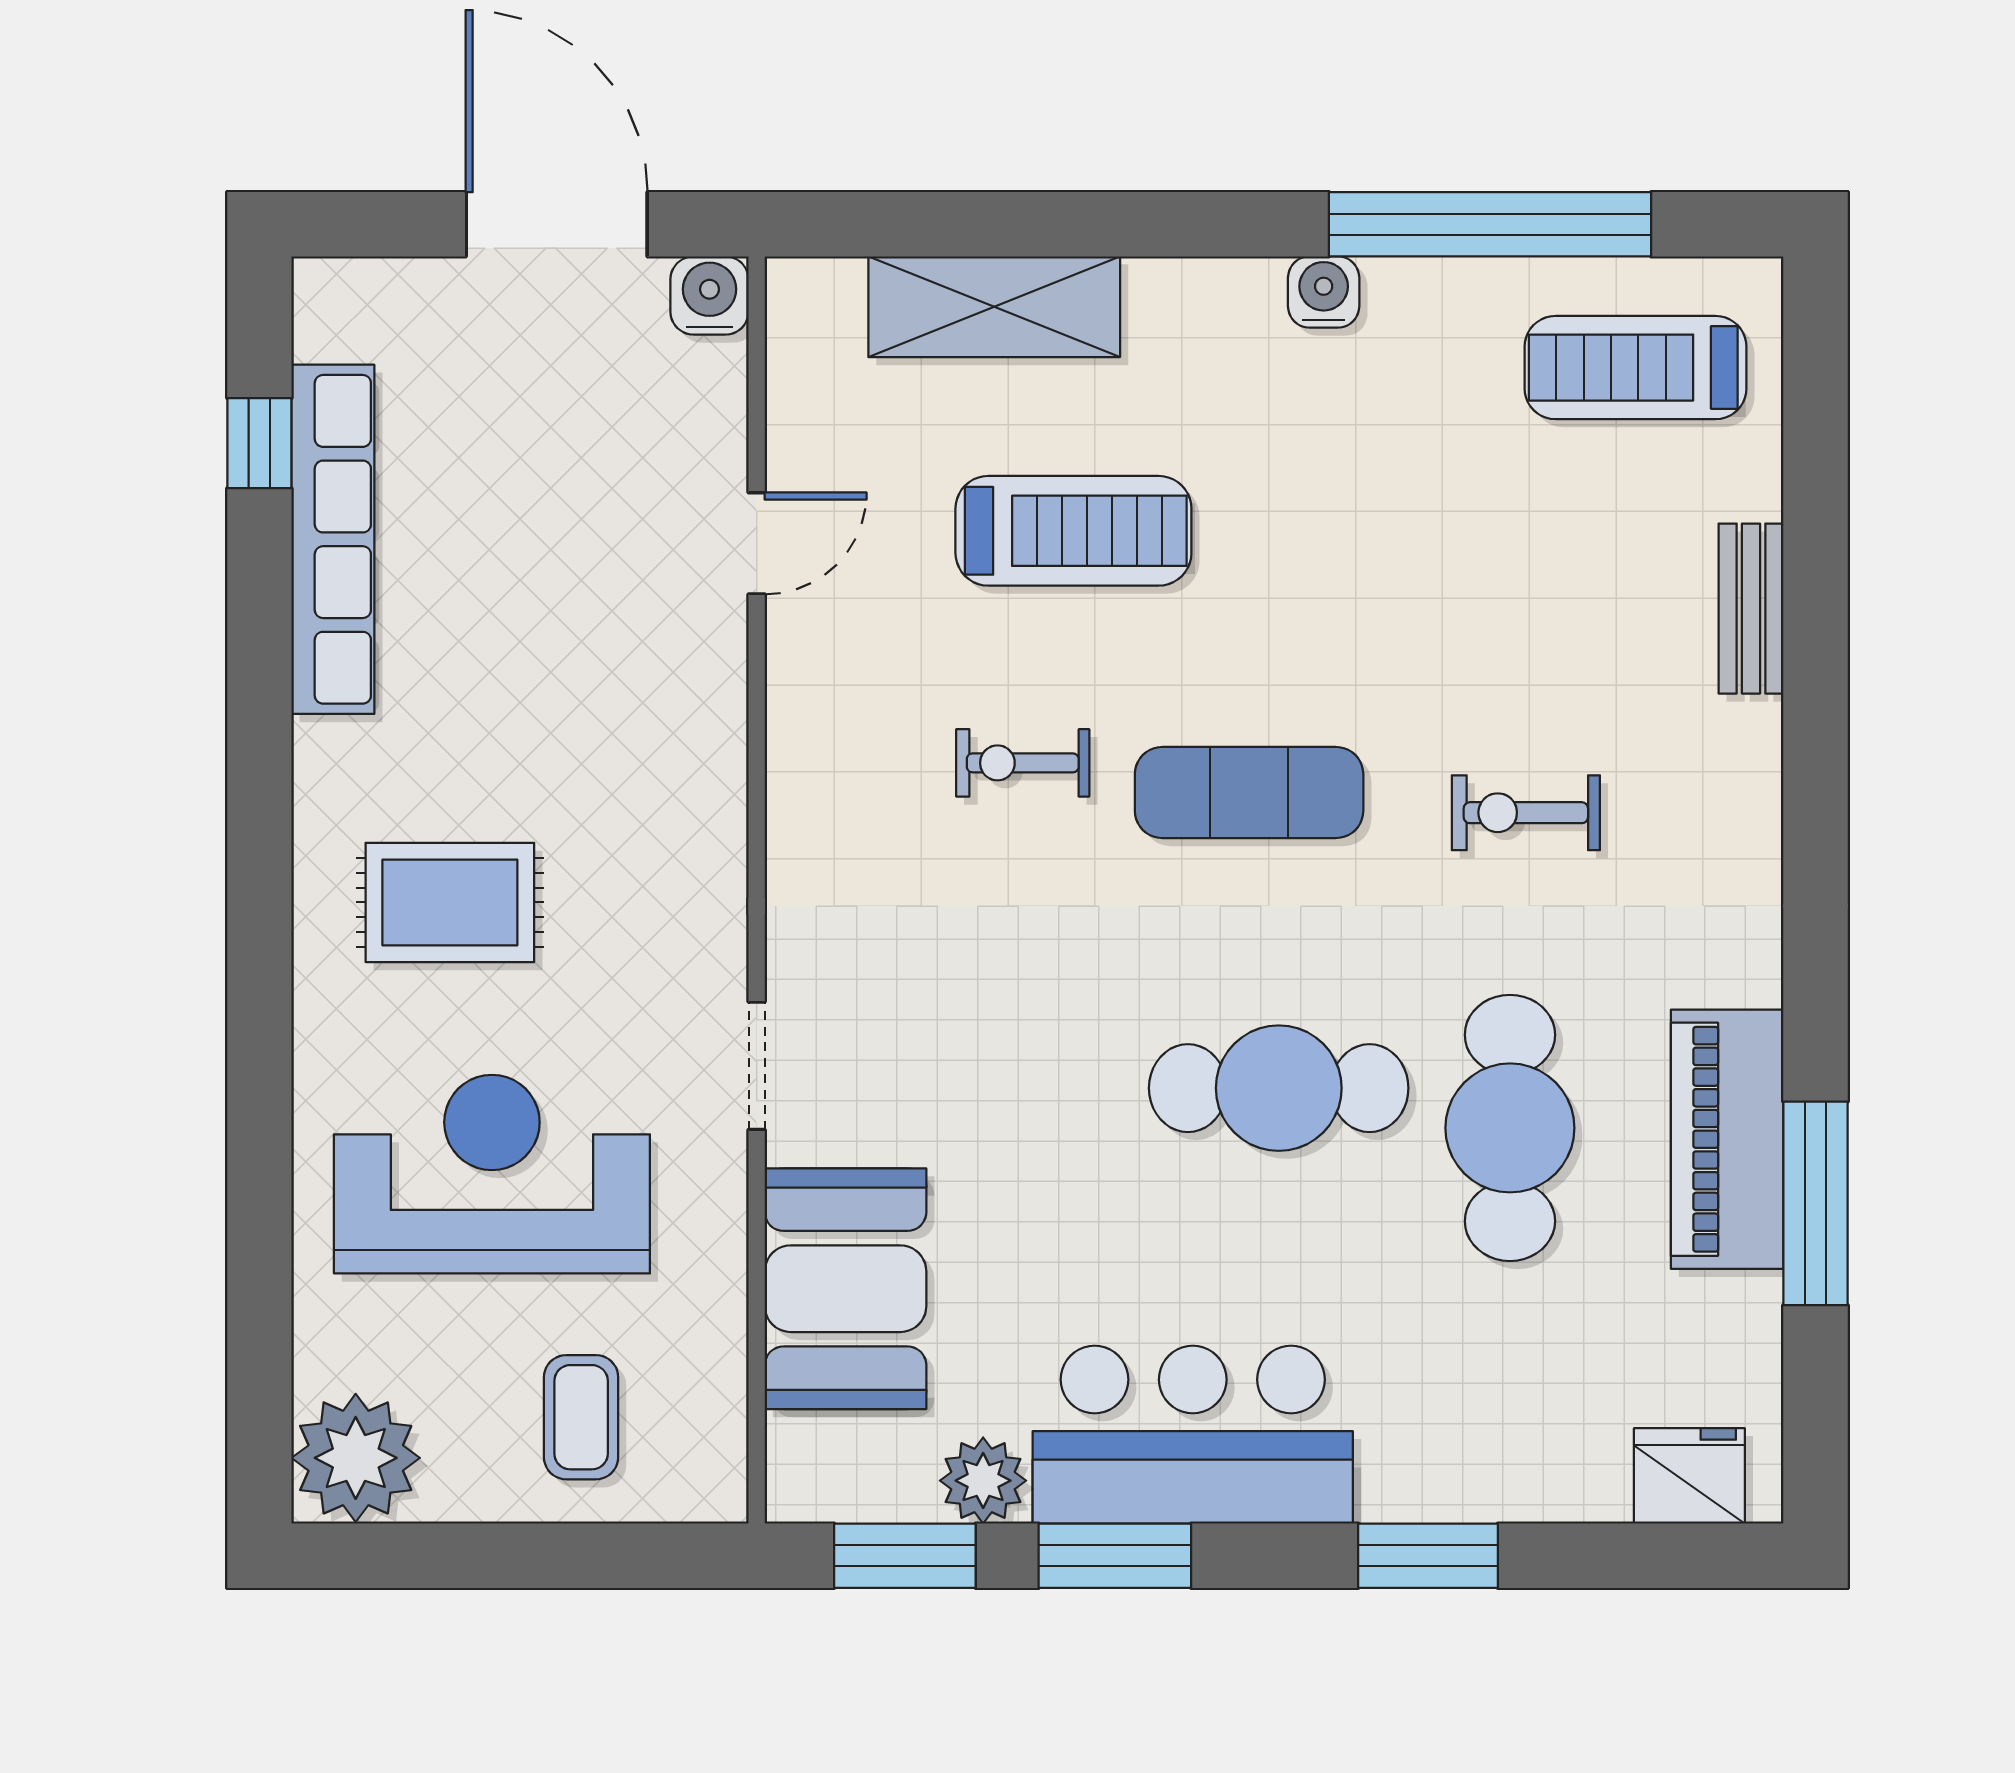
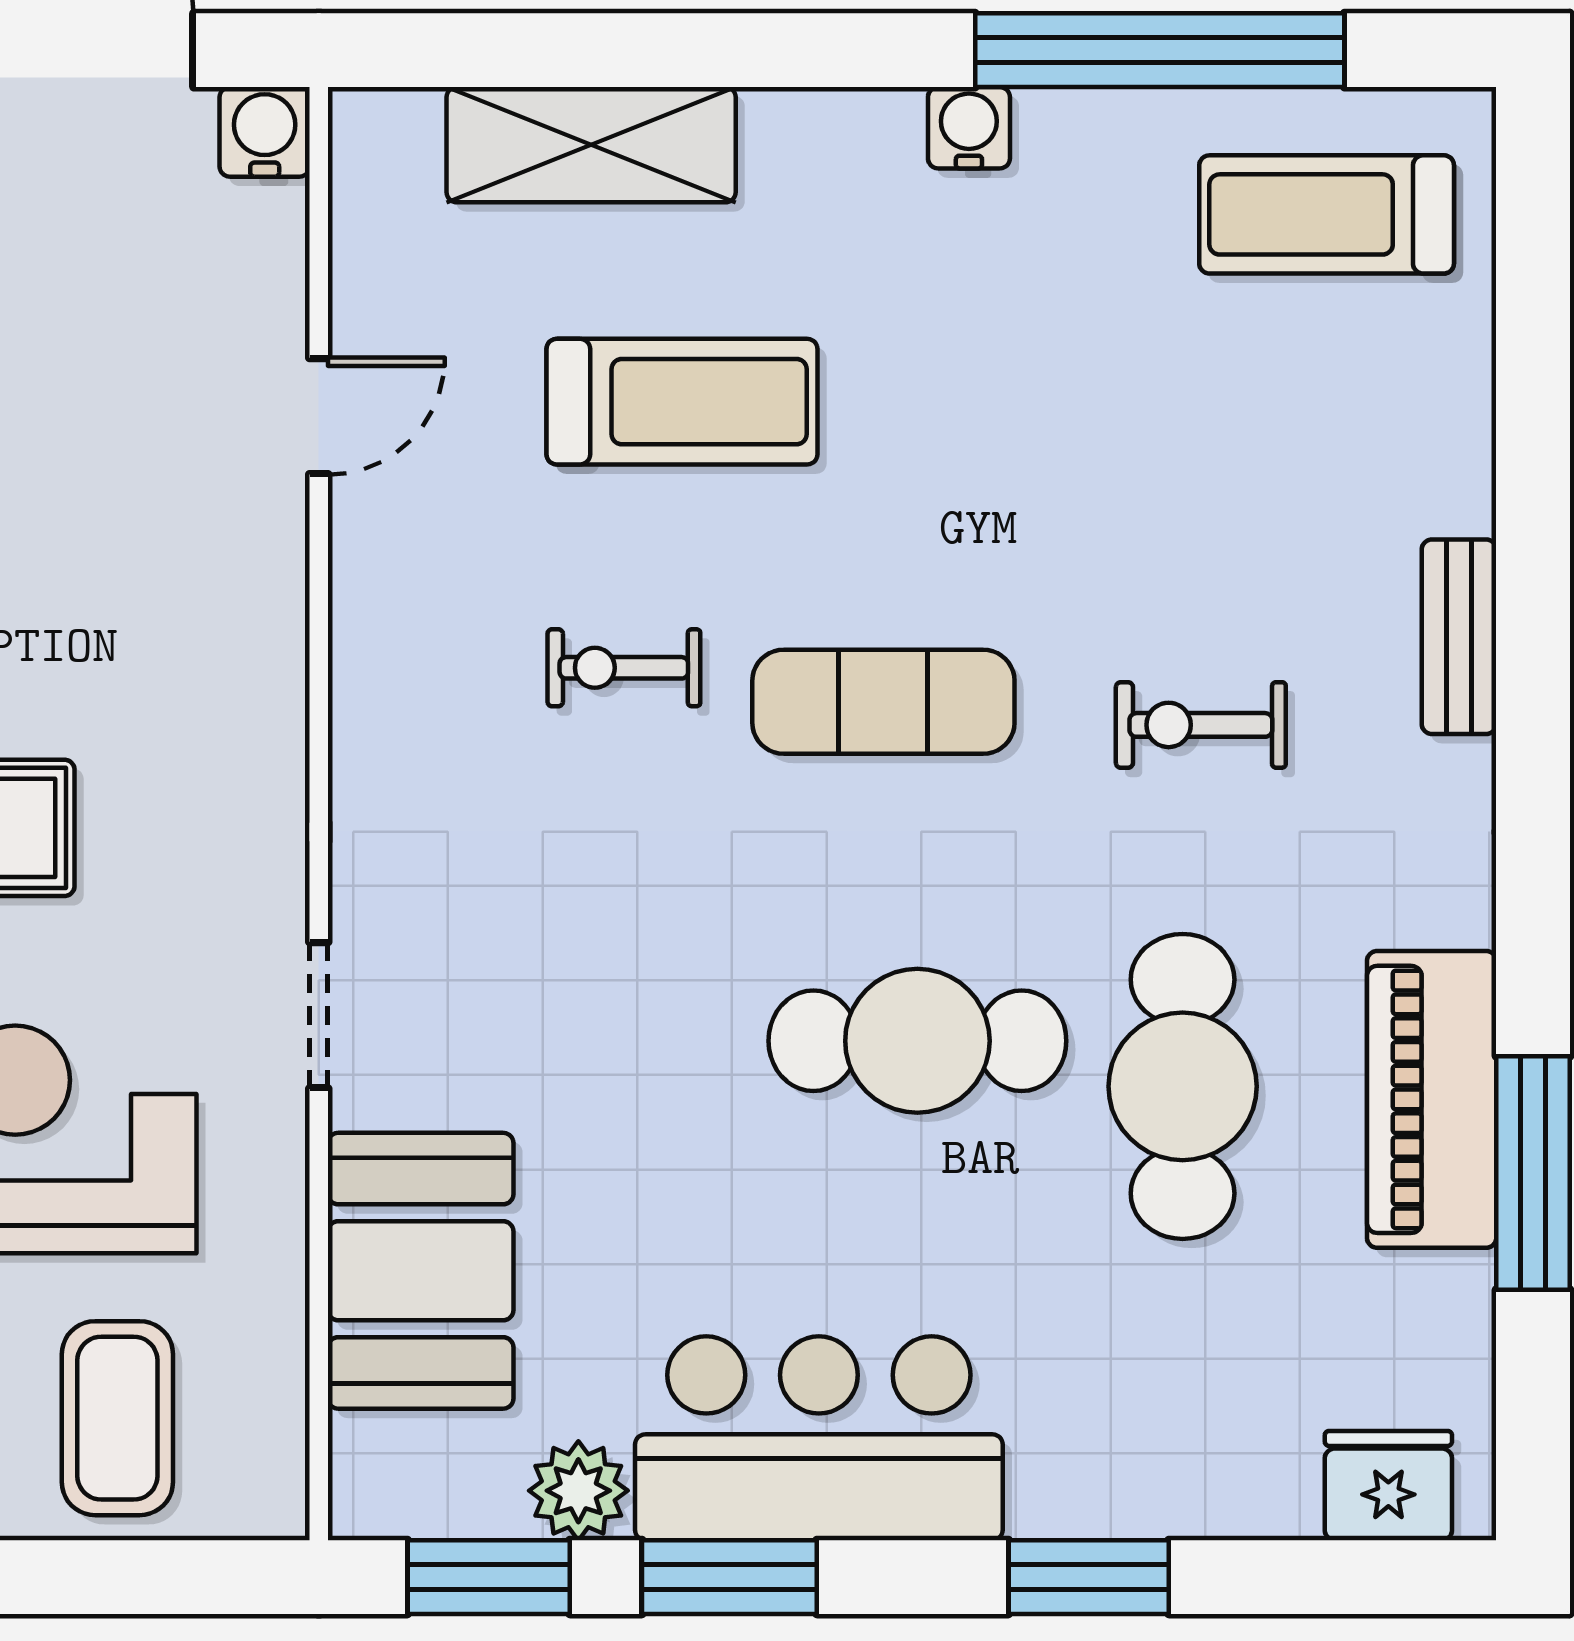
bench: (1751, 609) -> (1459, 637), moved
coffee table: (581, 1417) -> (117, 1418), width x1.36, depth x1.30

